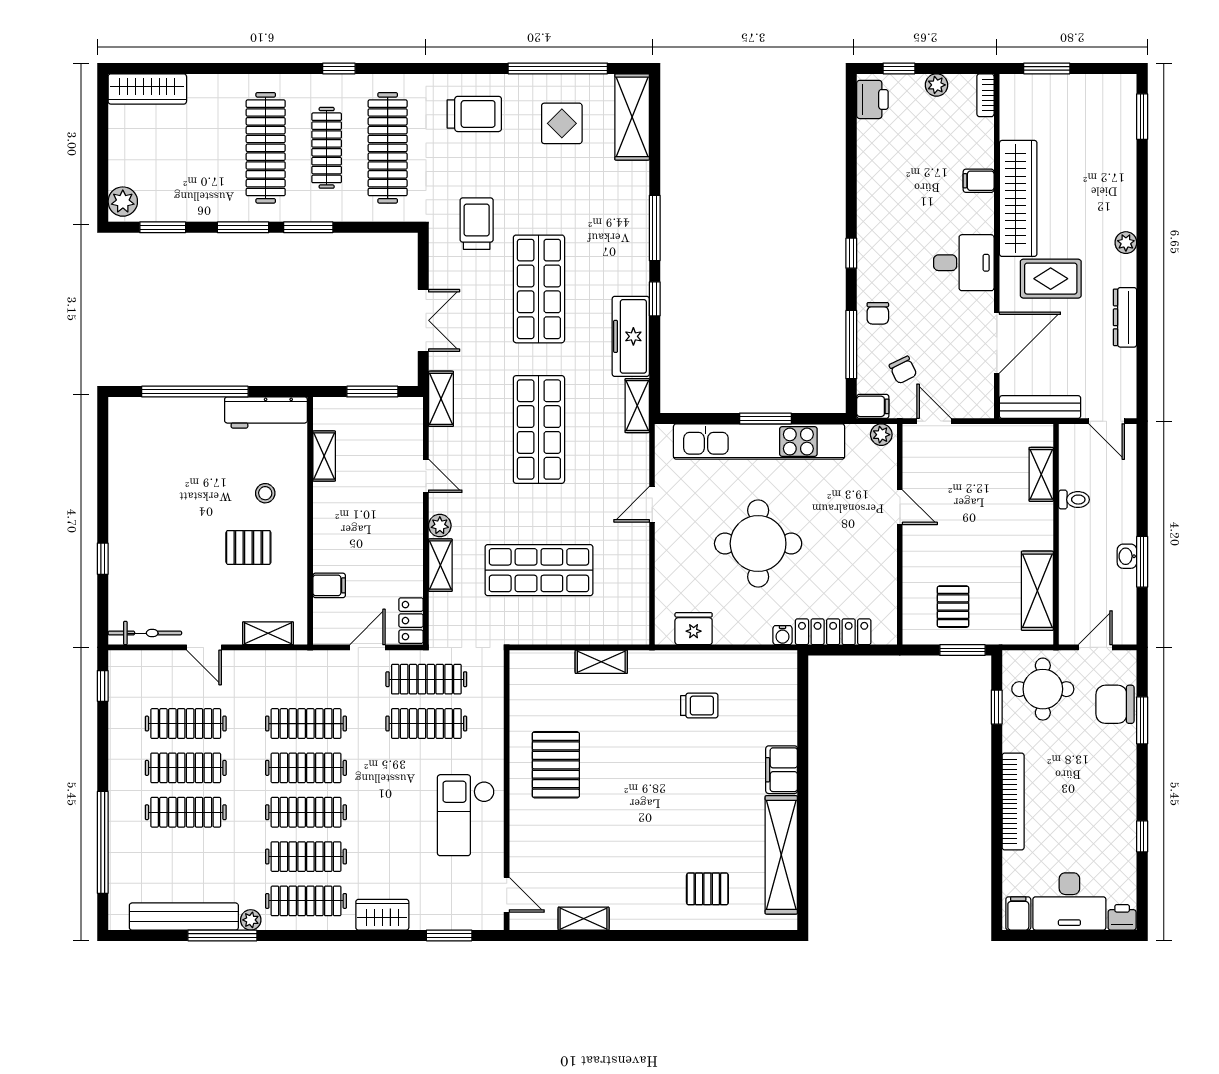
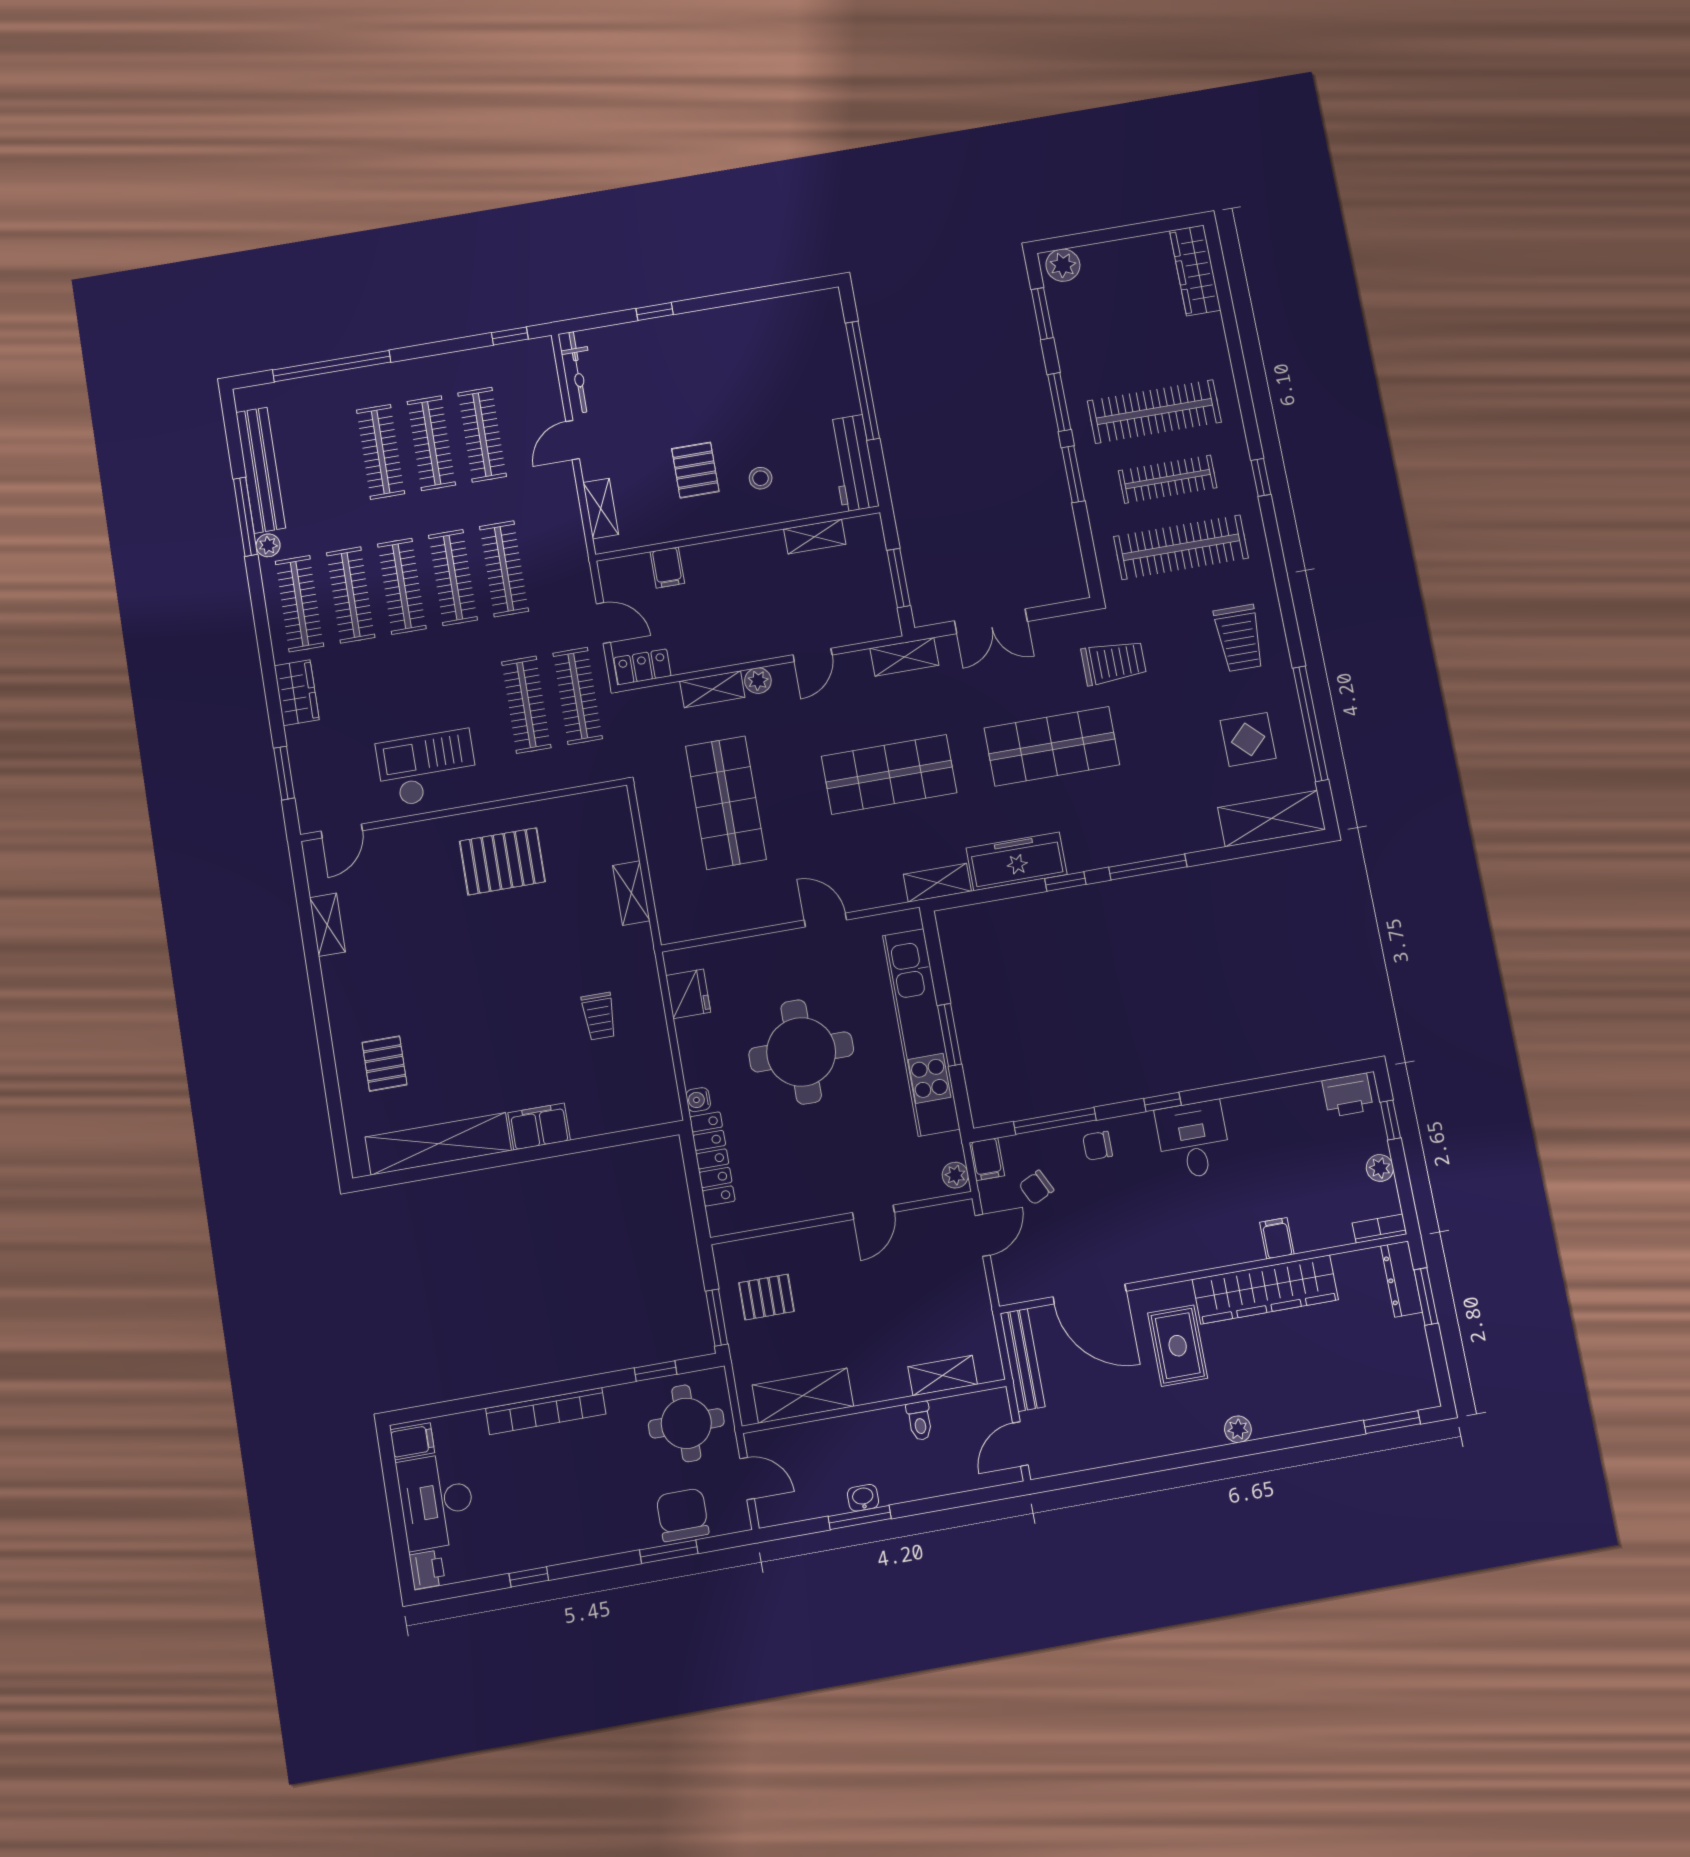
desk: (964, 263) -> (1193, 1140), moved, turned 180
dresser: (1125, 317) -> (1402, 1279), moved, turned -90

